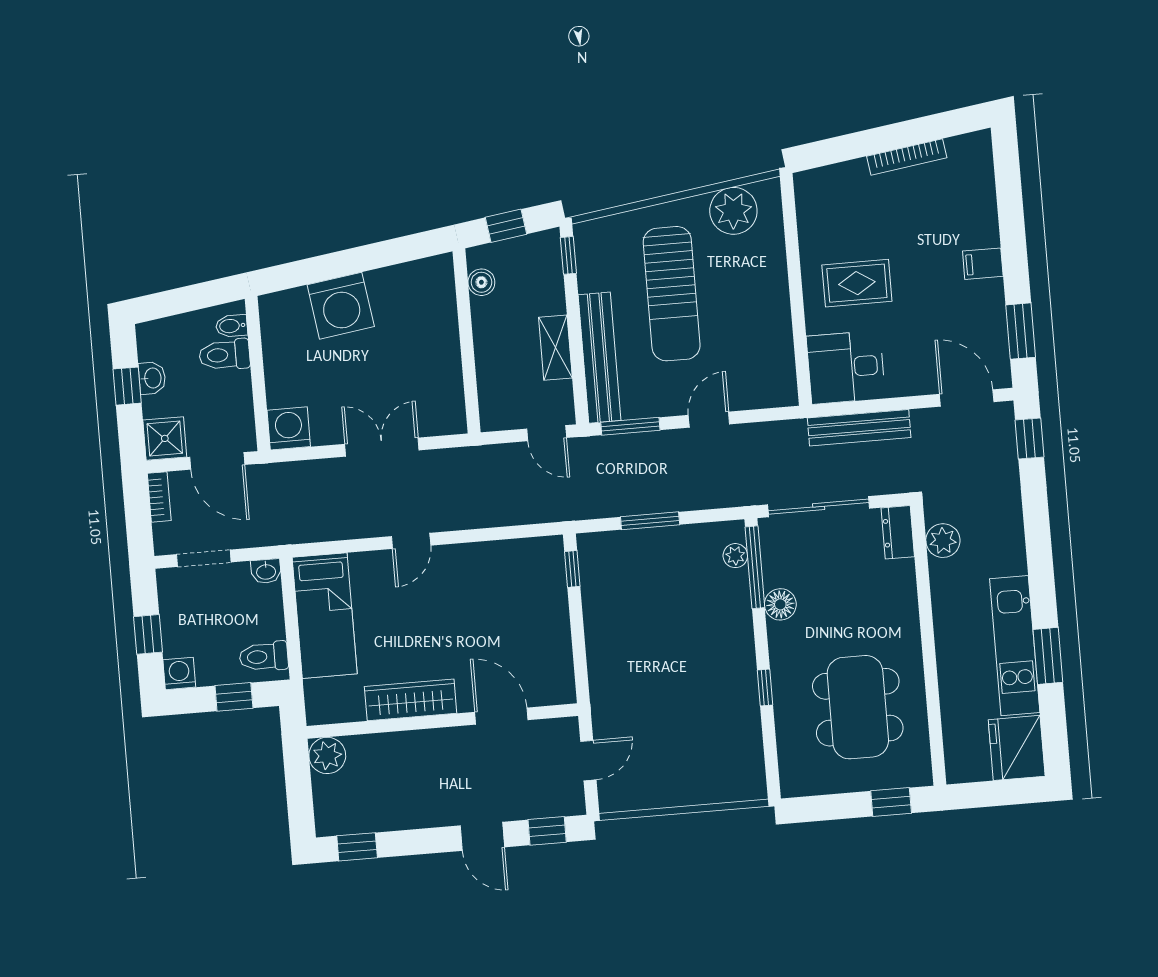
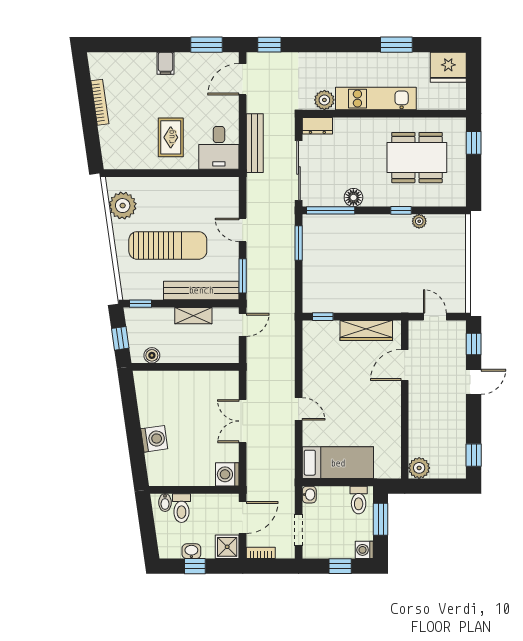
washing machine: (341, 306) -> (154, 439), width x0.73, depth x0.73
window: (650, 521) -> (299, 243), moved
plant: (735, 556) -> (419, 221), moved
kitchen unit: (1015, 646) -> (376, 99), moved, turned 180
window: (234, 697) -> (381, 519), width x1.50
wardrobe: (411, 700) -> (366, 330), moved, turned -90

